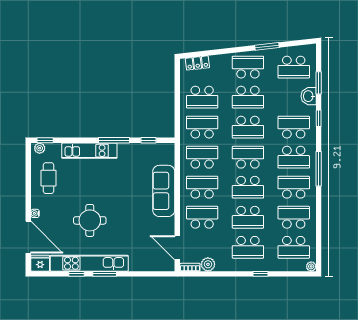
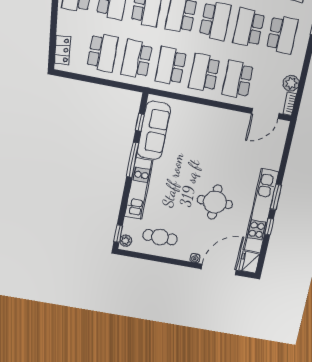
sofa: (164, 191) -> (154, 130), moved, turned -90
school desk: (248, 217) -> (249, 28), turned 180

